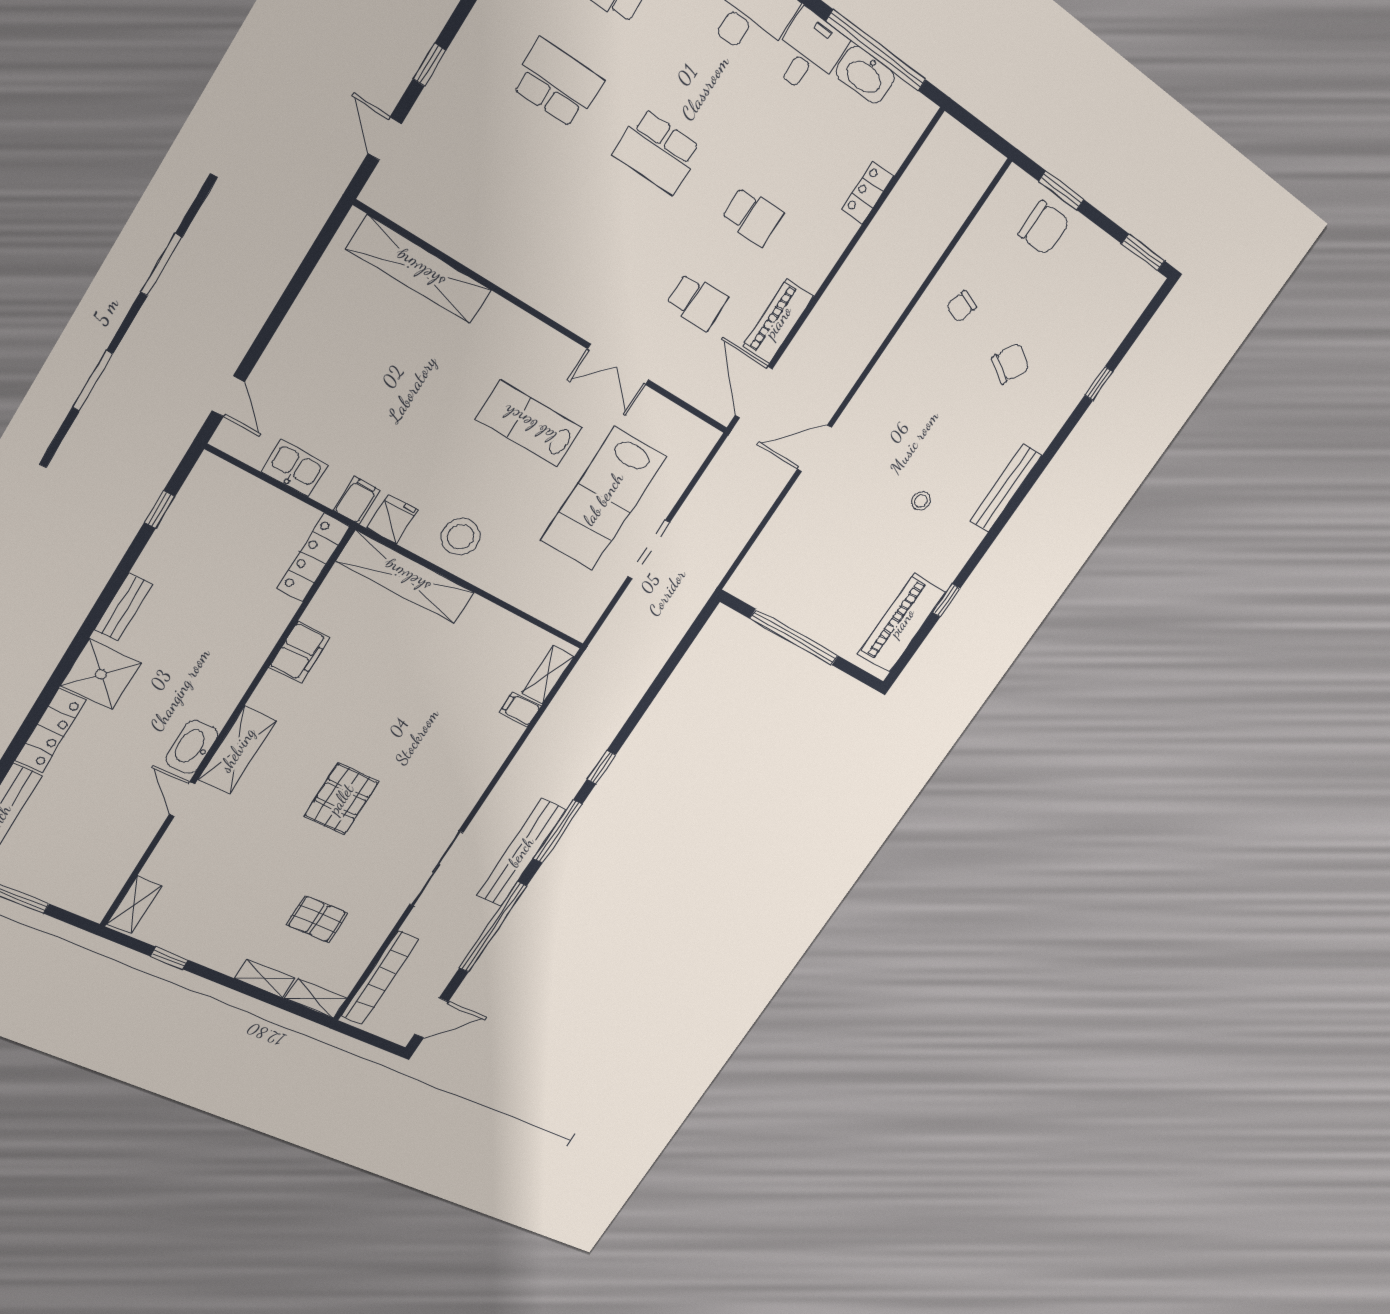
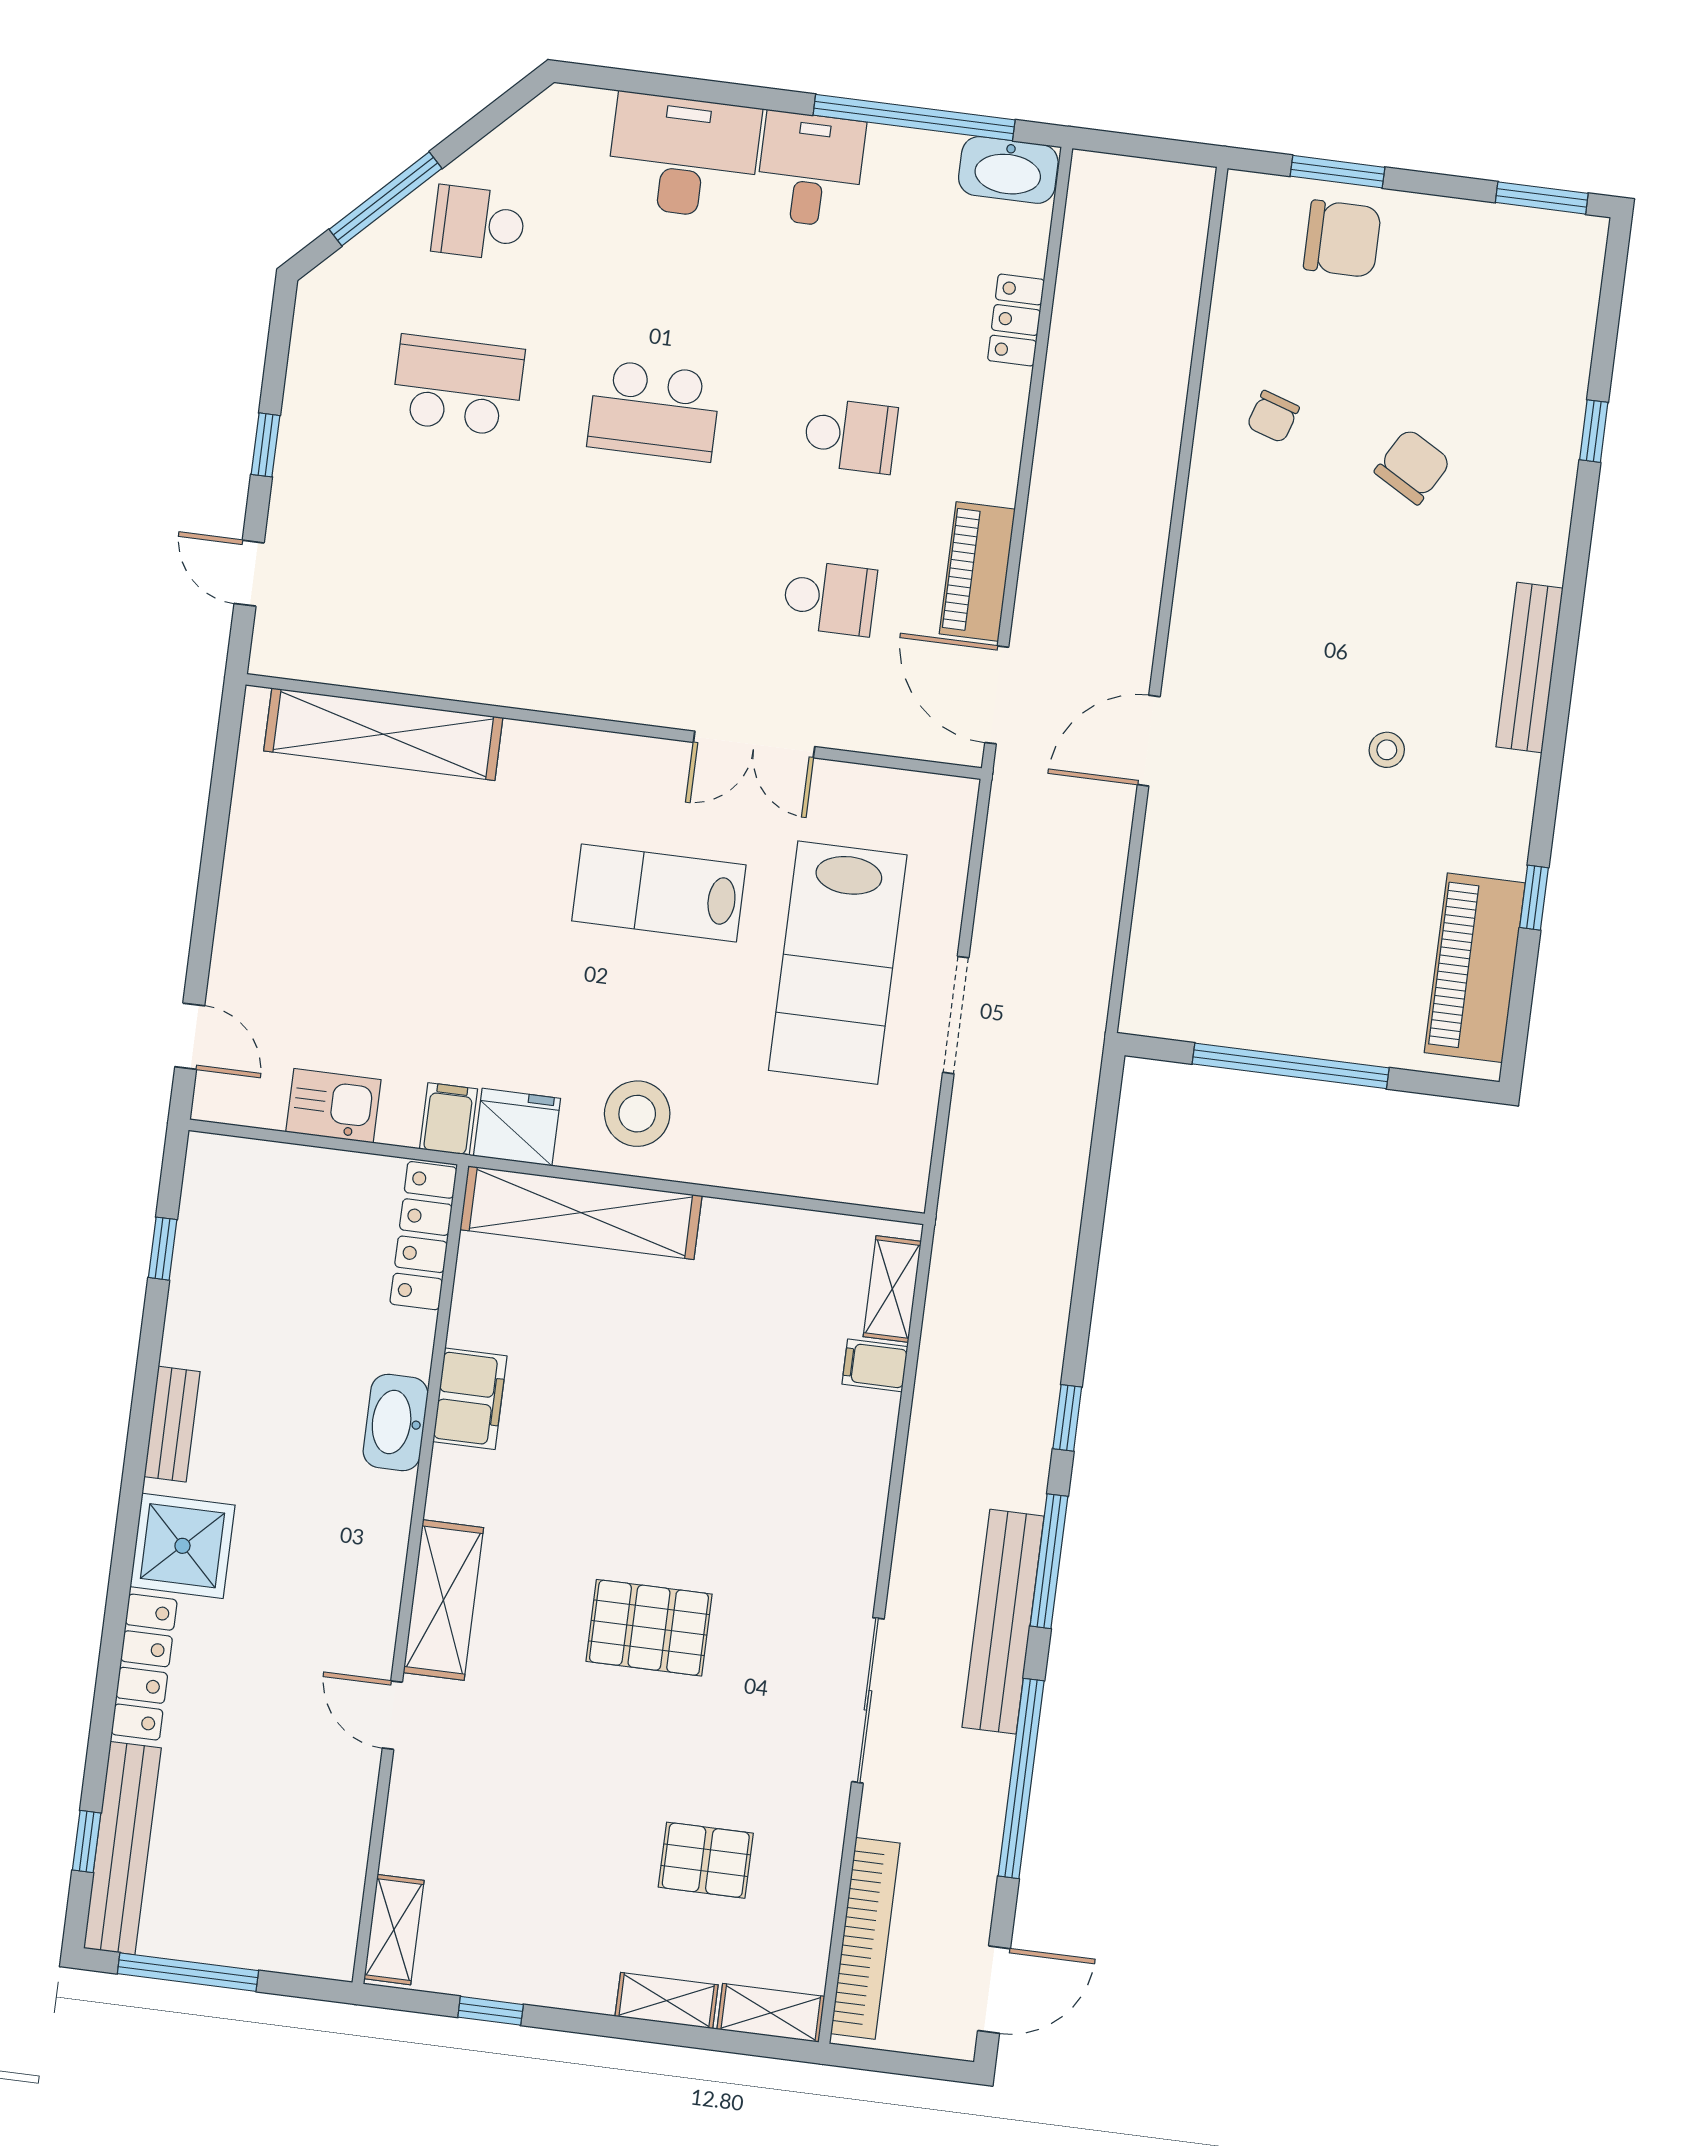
washbasin: (865, 75) -> (1008, 170), moved
fridge: (392, 519) -> (517, 1127), width x1.38
washbasin: (192, 747) -> (396, 1423), moved
pallet: (341, 799) -> (649, 1628), turned 90

